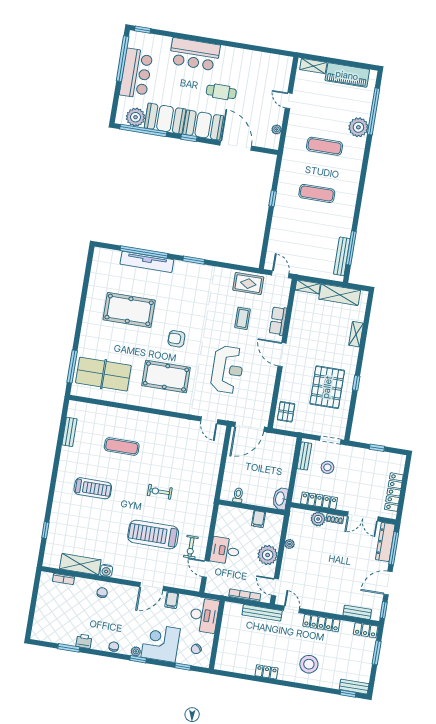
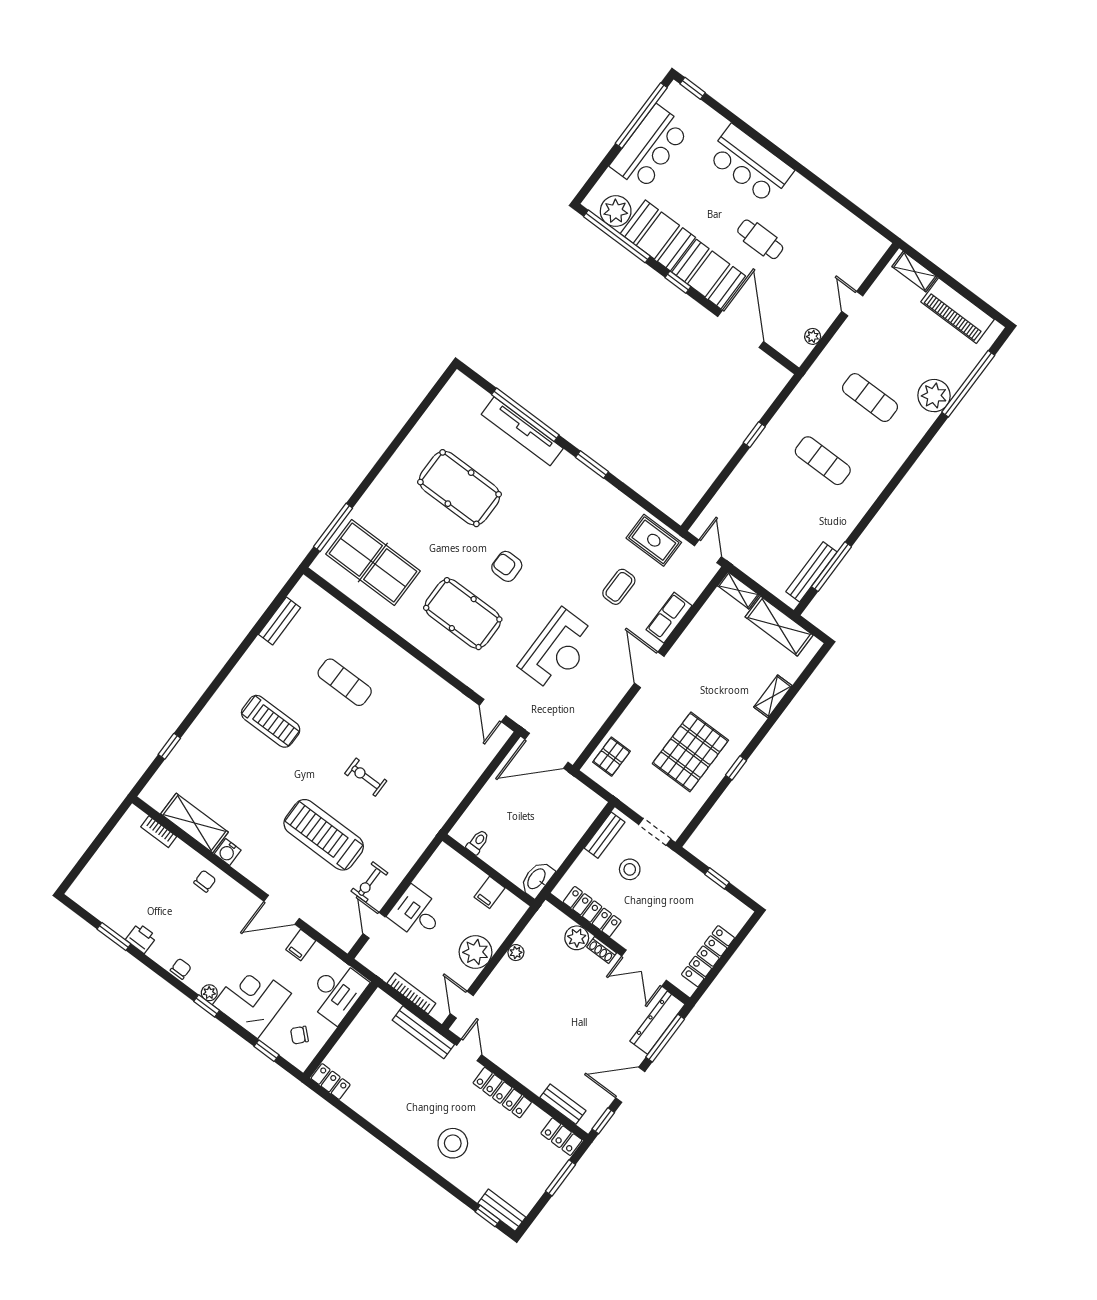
locker: (267, 672) -> (331, 1081), moved

